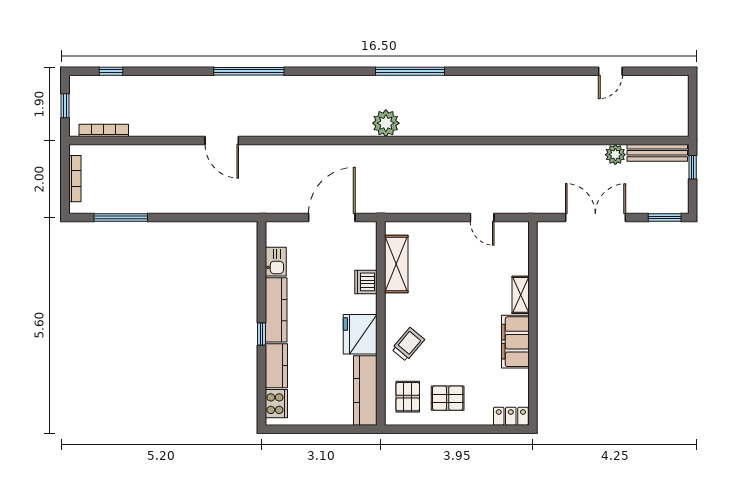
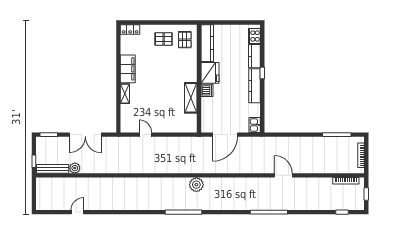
kitchen sink: (276, 262) -> (255, 125), moved
shelving: (396, 264) -> (191, 98), moved
dishwasher: (366, 282) -> (207, 90), moved
trolley: (408, 344) -> (185, 67), removed

